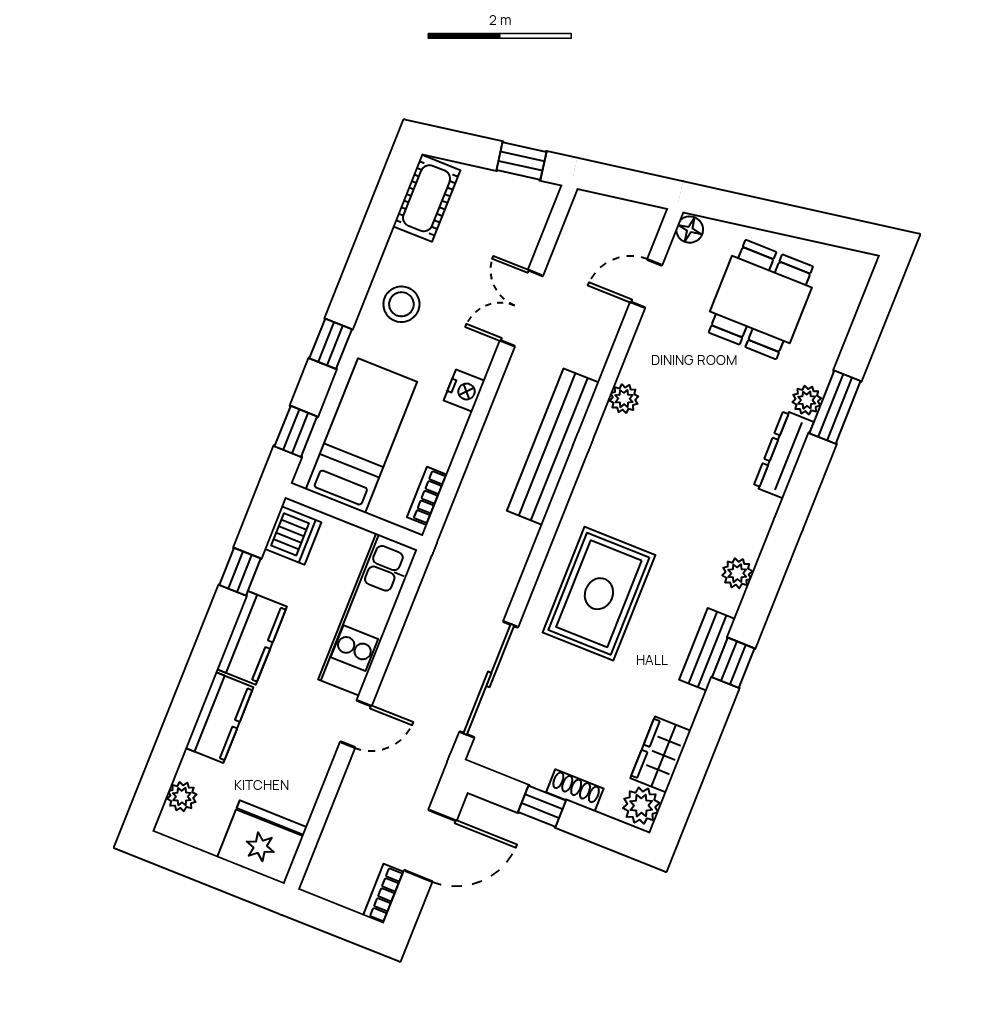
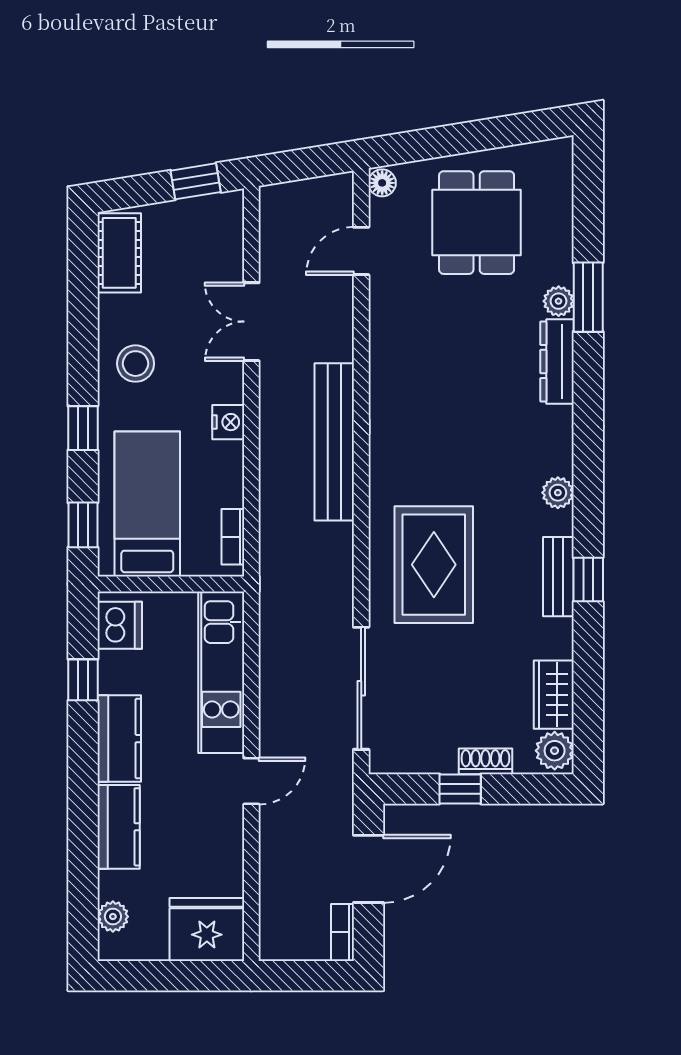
plant: (624, 399) -> (384, 369), removed

